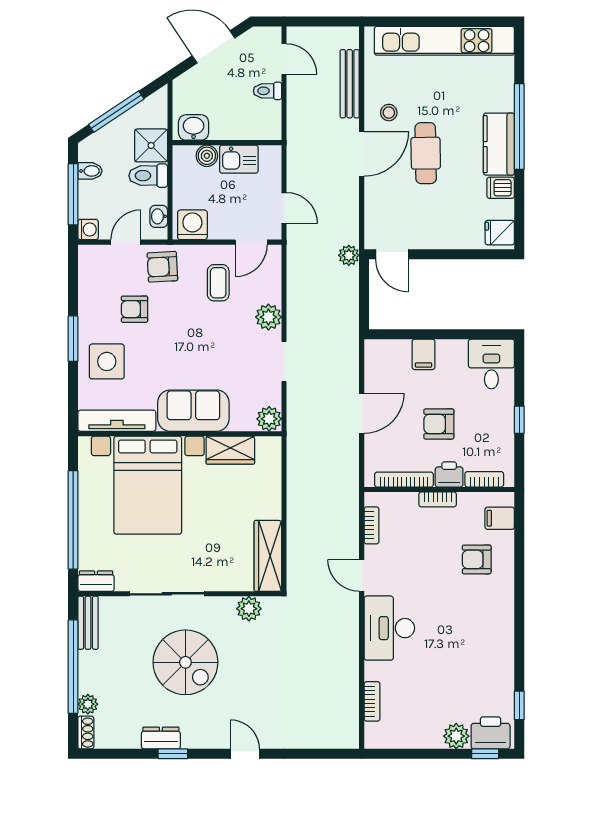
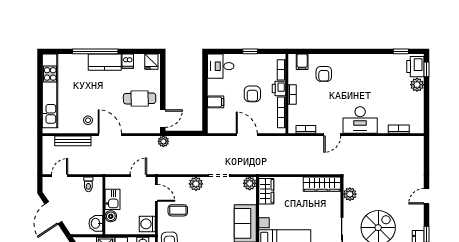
toilet: (267, 91) -> (88, 184), moved
cafe table: (426, 153) -> (140, 98), moved
wardrobe: (230, 450) -> (266, 191), moved

